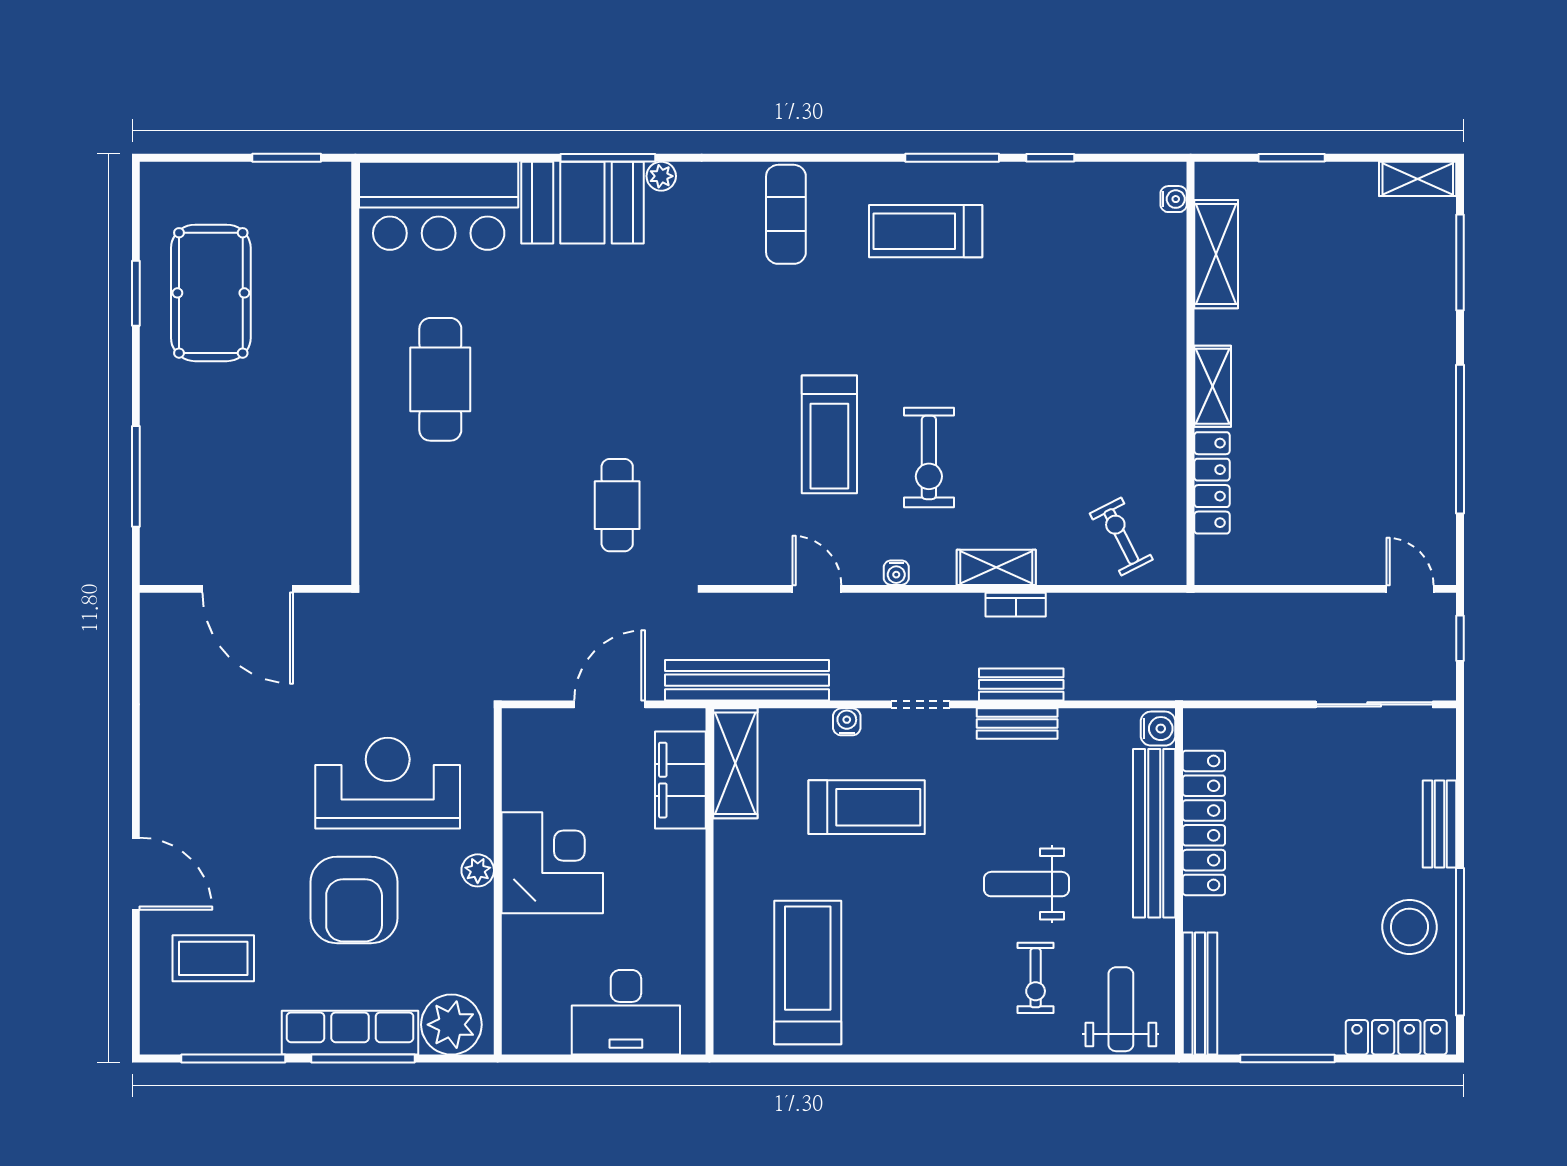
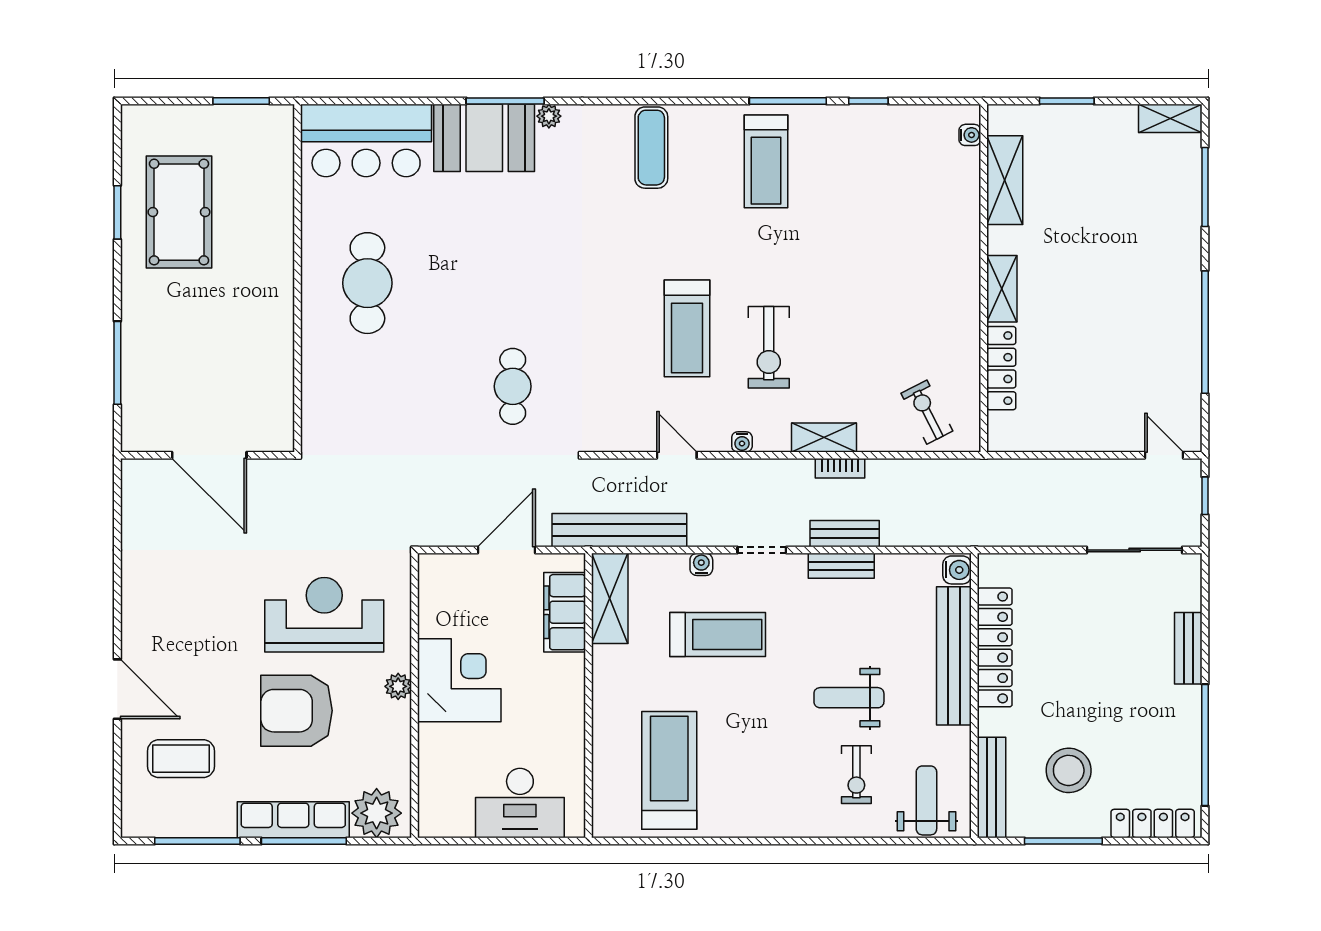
treadmill: (926, 231) -> (766, 161), turned -90
armchair: (354, 900) -> (297, 711), turned 90
stool: (1410, 927) -> (1069, 770), moved

